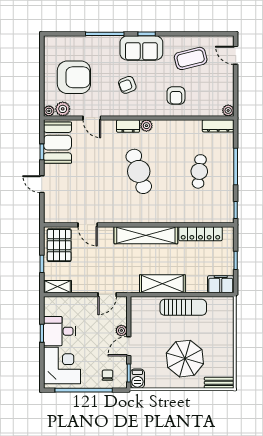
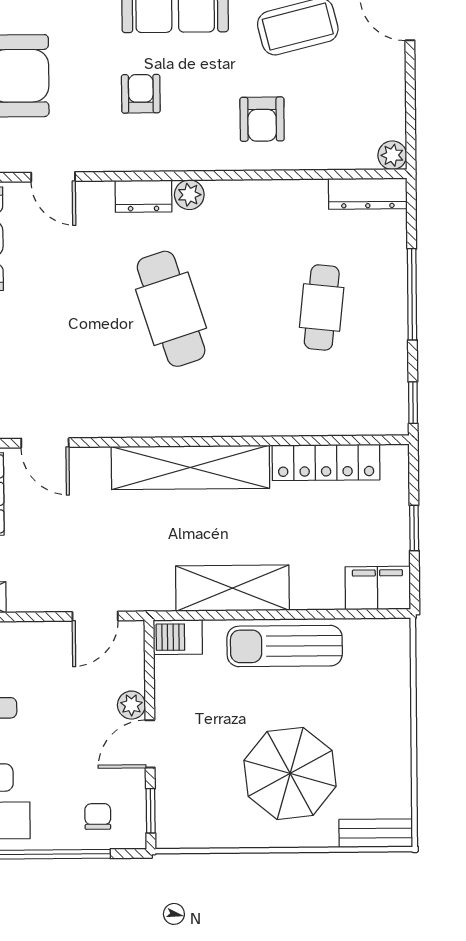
armchair: (127, 85) -> (141, 94), turned 111
sun lounger: (183, 307) -> (285, 646), turned 180
barbecue: (137, 379) -> (178, 637), moved, turned 90

